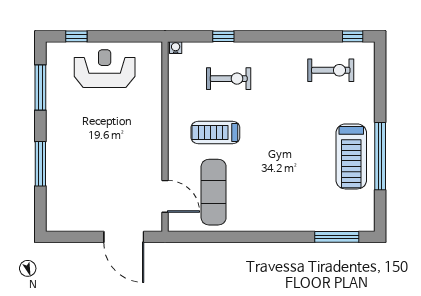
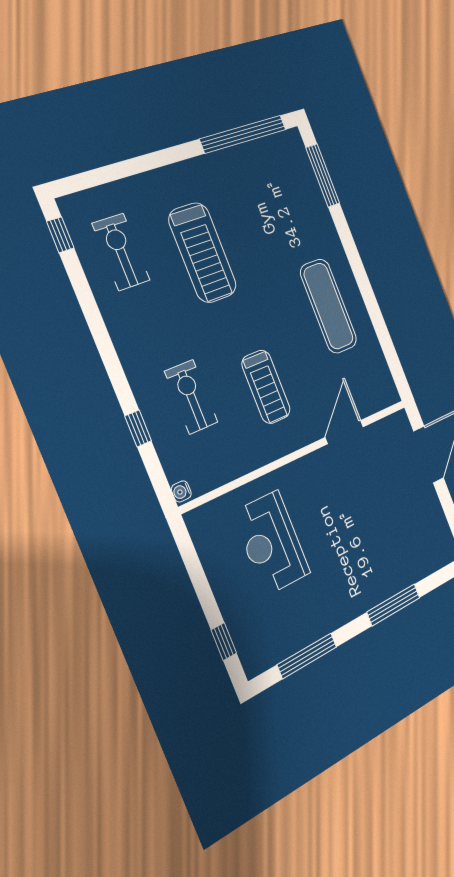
reception desk: (105, 69) -> (271, 543), moved
treadmill: (351, 156) -> (203, 253), moved, turned 90
window: (380, 156) -> (243, 134), moved
exercise mat: (214, 192) -> (329, 306), moved, turned 90
door: (165, 196) -> (344, 432), moved

